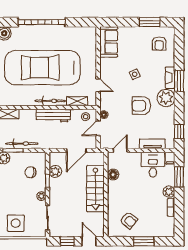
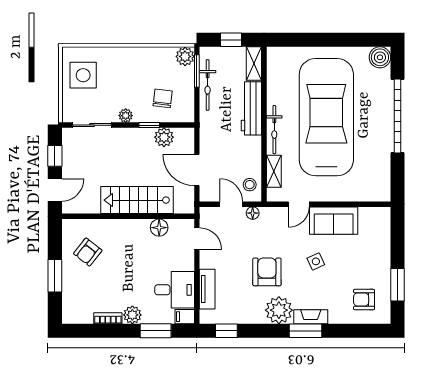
sofa: (109, 42) -> (334, 221), moved
workbench: (53, 116) -> (251, 108), moved

